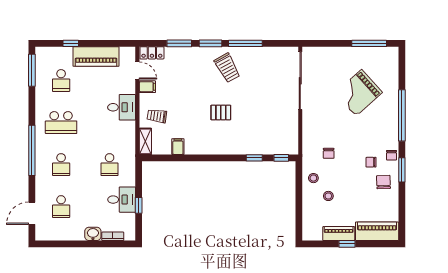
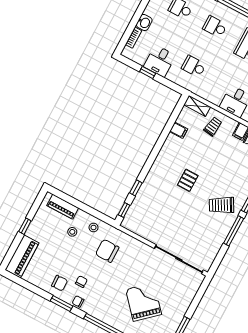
chair: (329, 153) -> (107, 251), width x1.87, depth x1.87
piano: (339, 234) -> (63, 207), moved, turned 90

